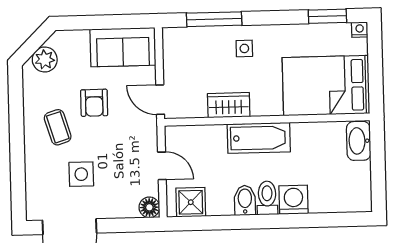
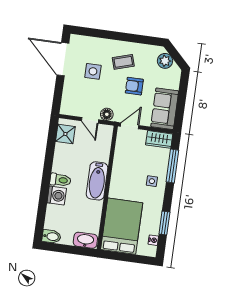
window: (327, 16) -> (164, 223), moved
nightstand: (360, 30) -> (153, 240), moved
wardrobe: (229, 105) -> (159, 139), moved, turned 90
door: (162, 166) -> (90, 120), hinge flipped
bidet: (245, 200) -> (51, 236), moved
floor lamp: (149, 207) -> (107, 114), moved

